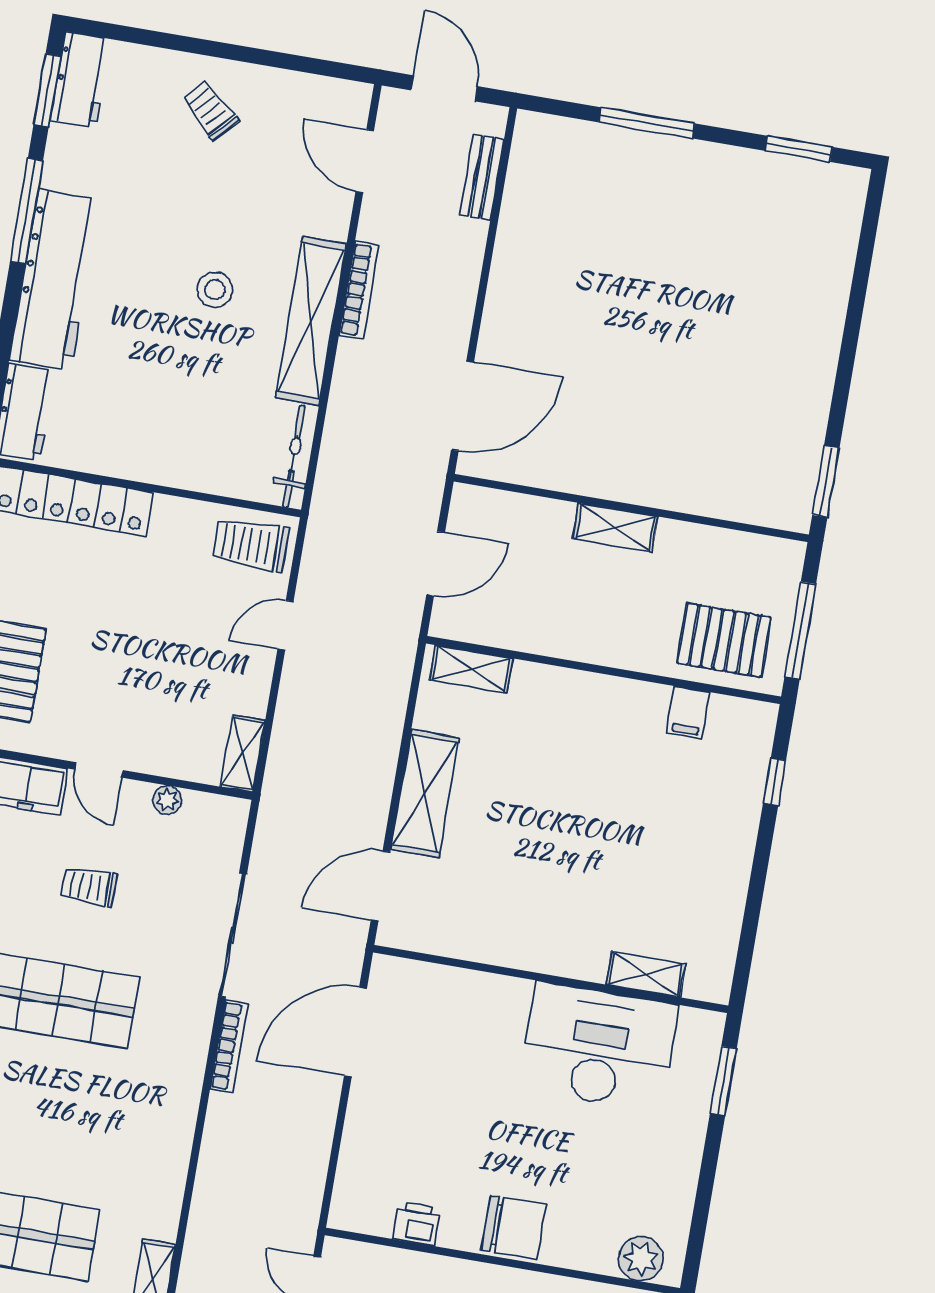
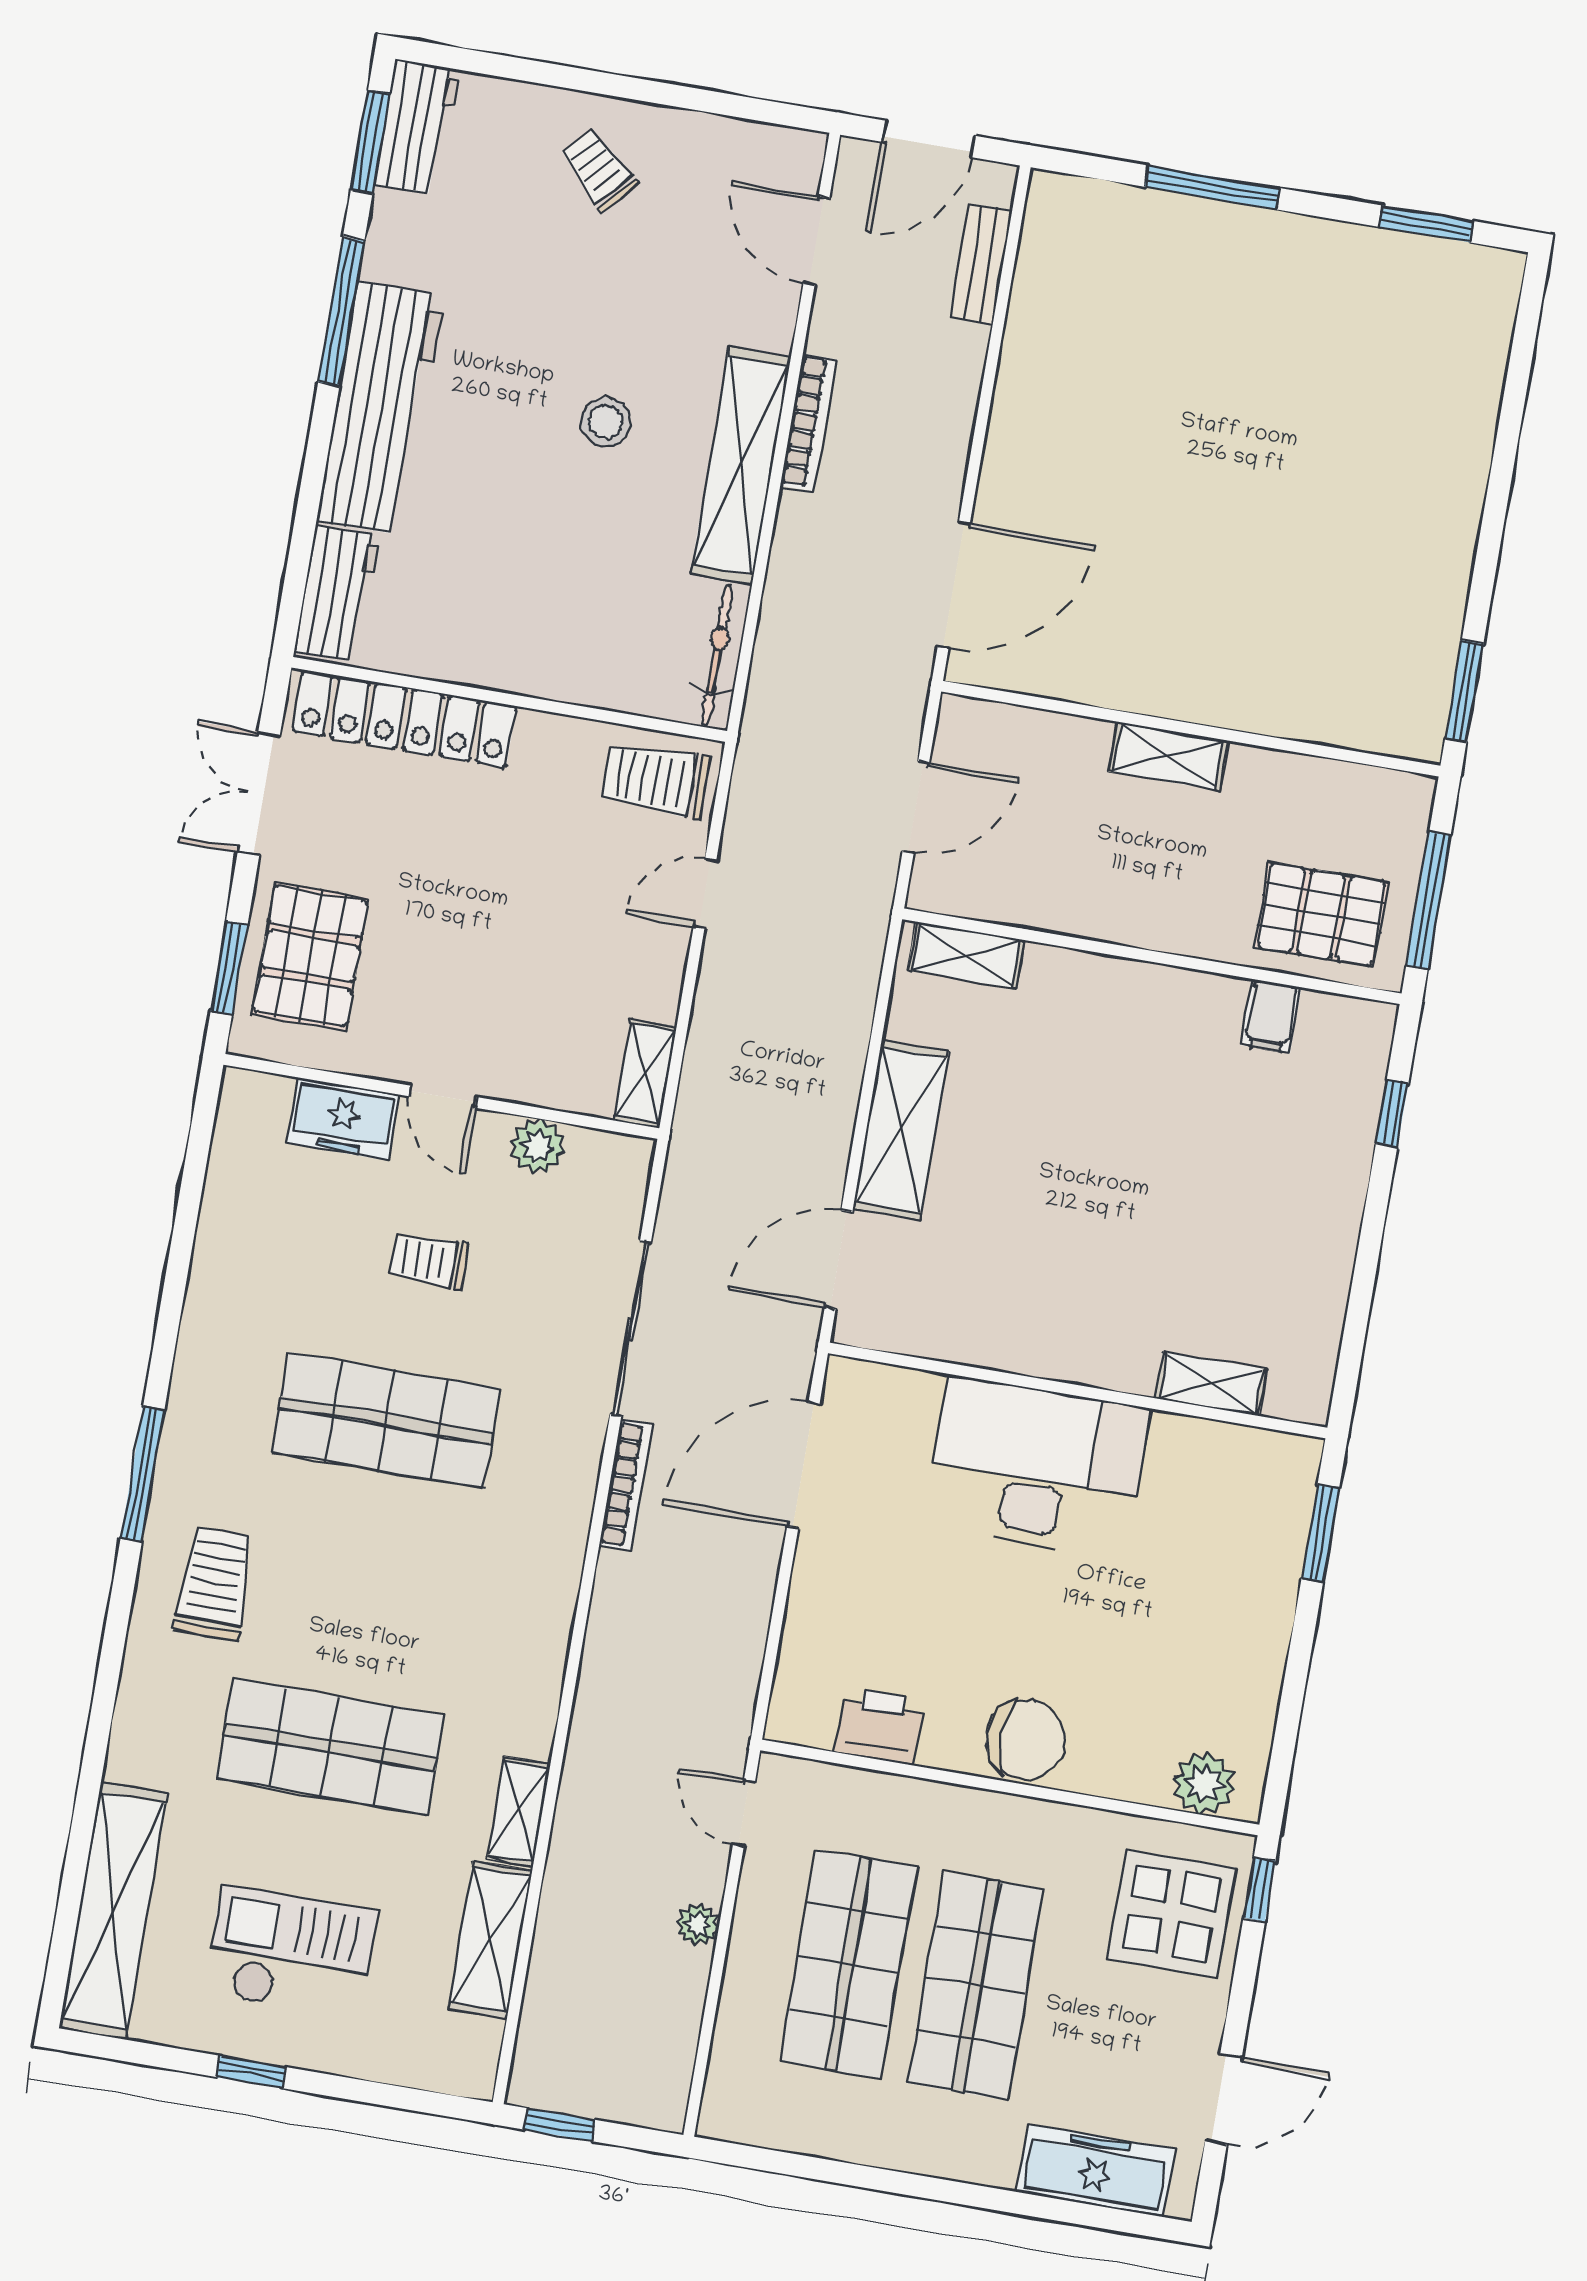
door: (444, 88) -> (928, 139), swing flipped
plant: (167, 800) -> (538, 1146), width x1.38, depth x1.38
desk: (599, 1047) -> (1037, 1467), moved
printer: (416, 1224) -> (880, 1726), width x1.36, depth x1.24

